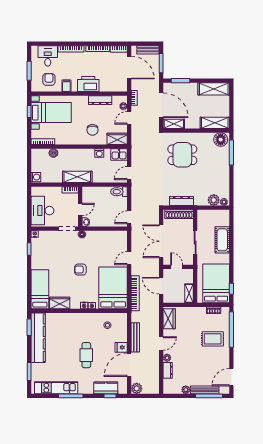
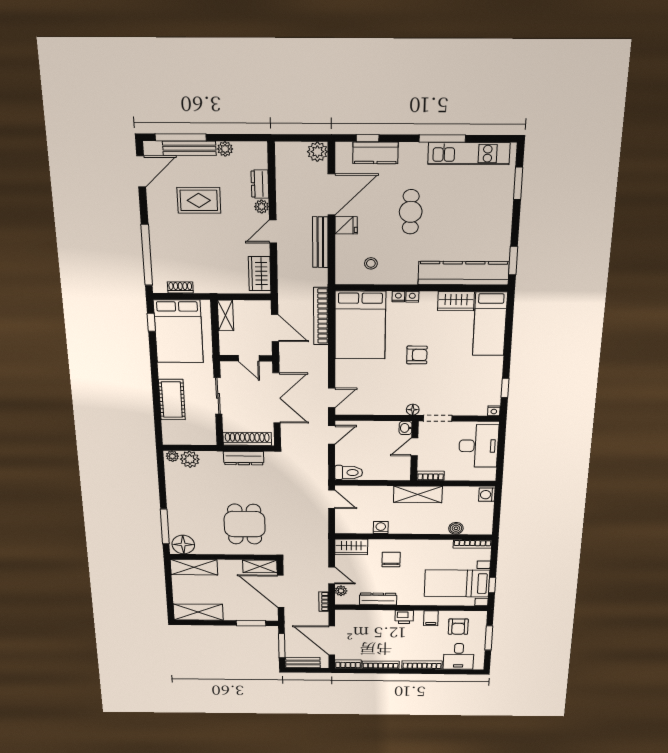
printer: (88, 84) -> (404, 617), width x0.53, depth x0.68
door: (129, 118) -> (332, 575), hinge flipped
kitchen sink: (119, 155) -> (348, 525), removed
dining table: (182, 155) -> (245, 524), turned 90
door: (129, 173) -> (332, 499), hinge flipped
door: (129, 258) -> (332, 398), moved
kitchen counter: (38, 338) -> (464, 273), moved, turned 90
rug: (213, 339) -> (199, 200), moved

